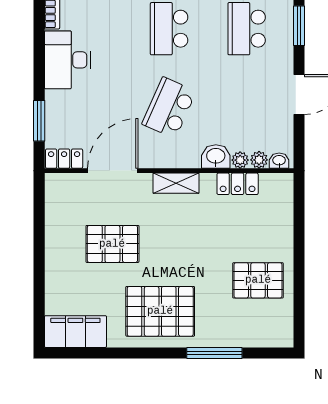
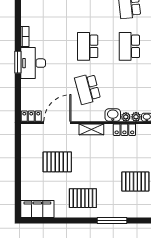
school desk: (169, 108) -> (88, 89), turned -39
window: (39, 121) -> (18, 62), moved
pallet: (160, 311) -> (83, 198), width x0.73, depth x0.71

